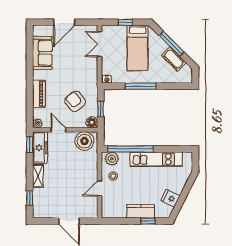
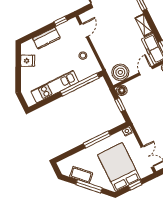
bed: (138, 48) -> (119, 167), width x1.50
armchair: (75, 101) -> (144, 101), removed
door: (58, 130) -> (146, 71), swing flipped
plant: (112, 159) -> (91, 69), removed
door: (99, 188) -> (84, 30), moved
window: (148, 221) -> (61, 21), moved

